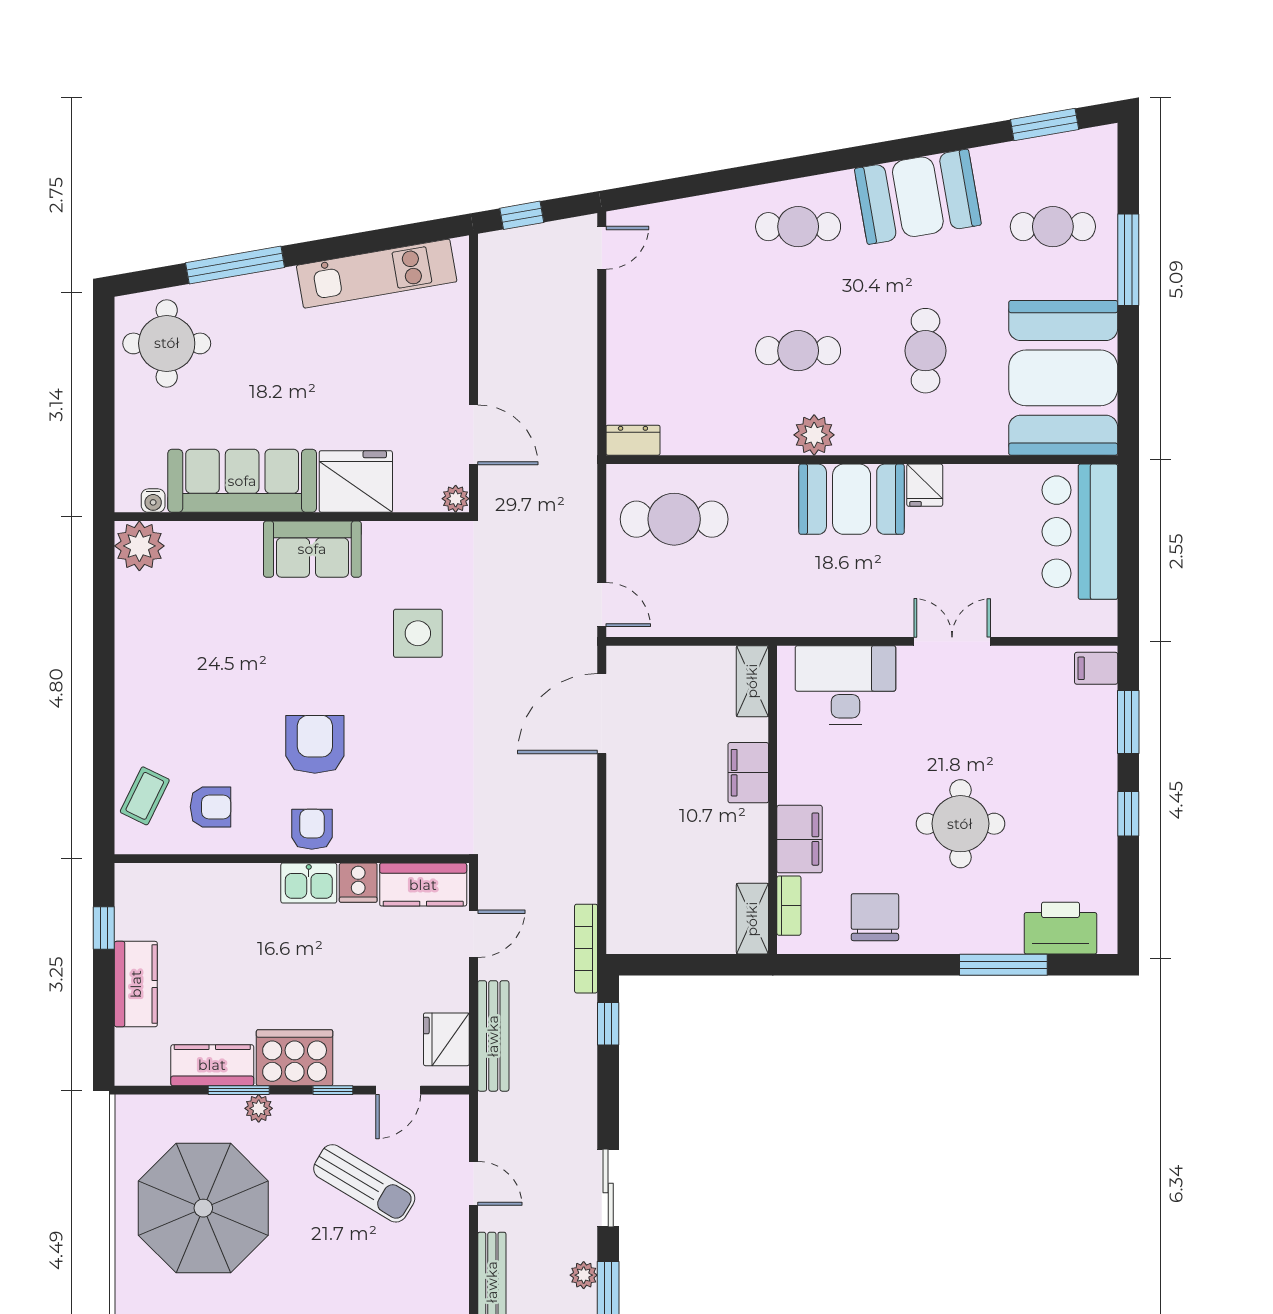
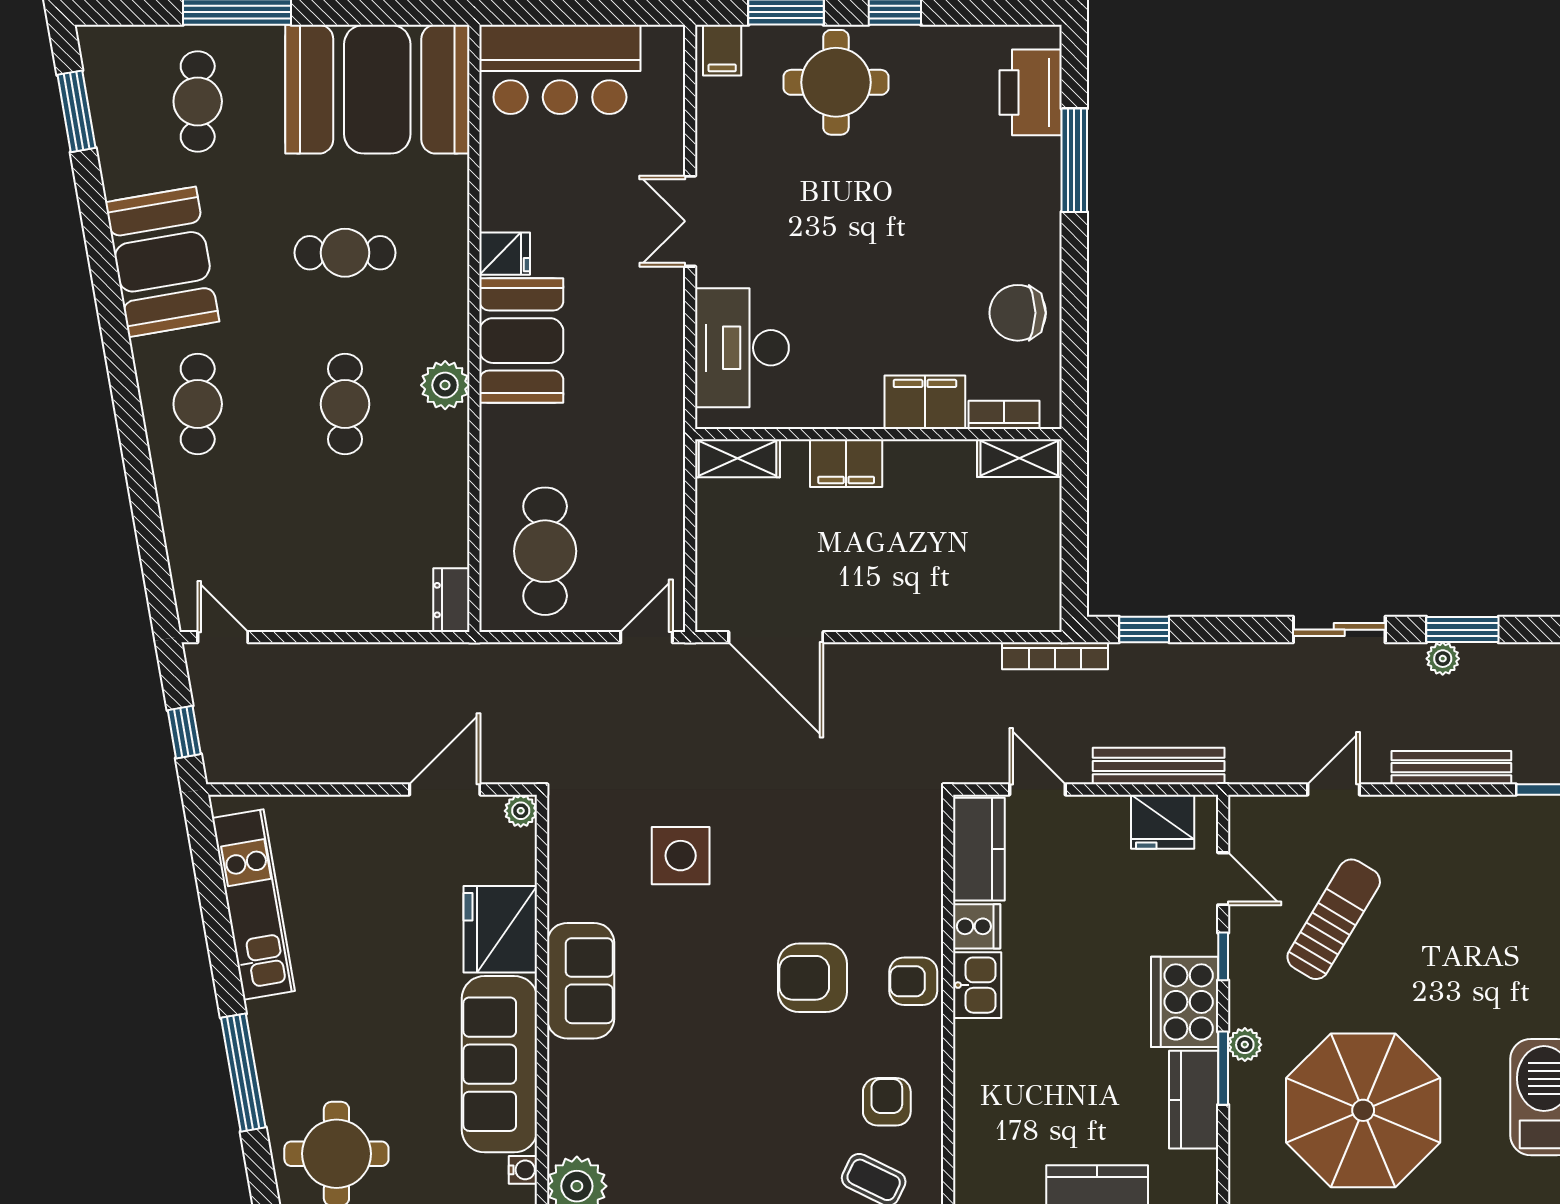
round table: (960, 824) -> (836, 82), moved

